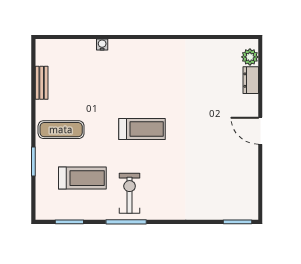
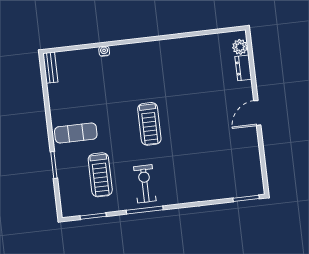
bench: (42, 83) -> (50, 68), moved
treadmill: (142, 129) -> (149, 124), turned 90
door: (260, 131) -> (257, 113), hinge flipped
treadmill: (82, 178) -> (100, 175), turned 90

